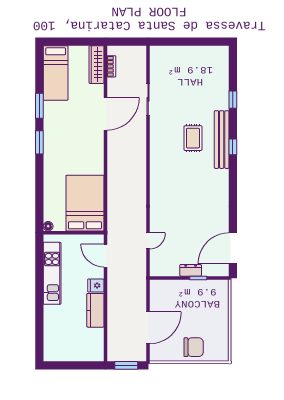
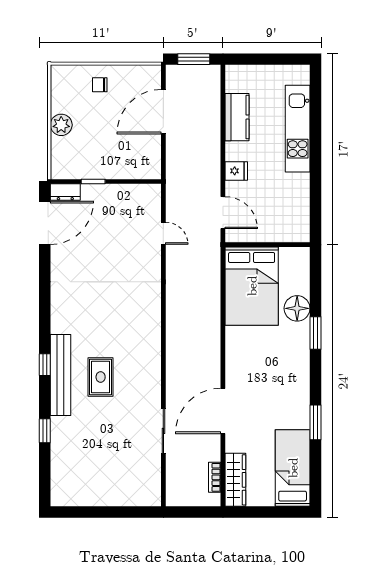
window: (39, 142) -> (315, 333), moved
floor lamp: (48, 226) -> (297, 308), moved, width x1.89, depth x1.89
door: (148, 241) -> (163, 233), swing flipped
dresser: (191, 270) -> (65, 192), moved
kitchen unit: (52, 273) -> (298, 129), moved
kitchen counter: (95, 310) -> (237, 117), moved
plant: (221, 318) -> (61, 125), added
chair: (194, 347) -> (100, 85), width x0.54, depth x0.54

